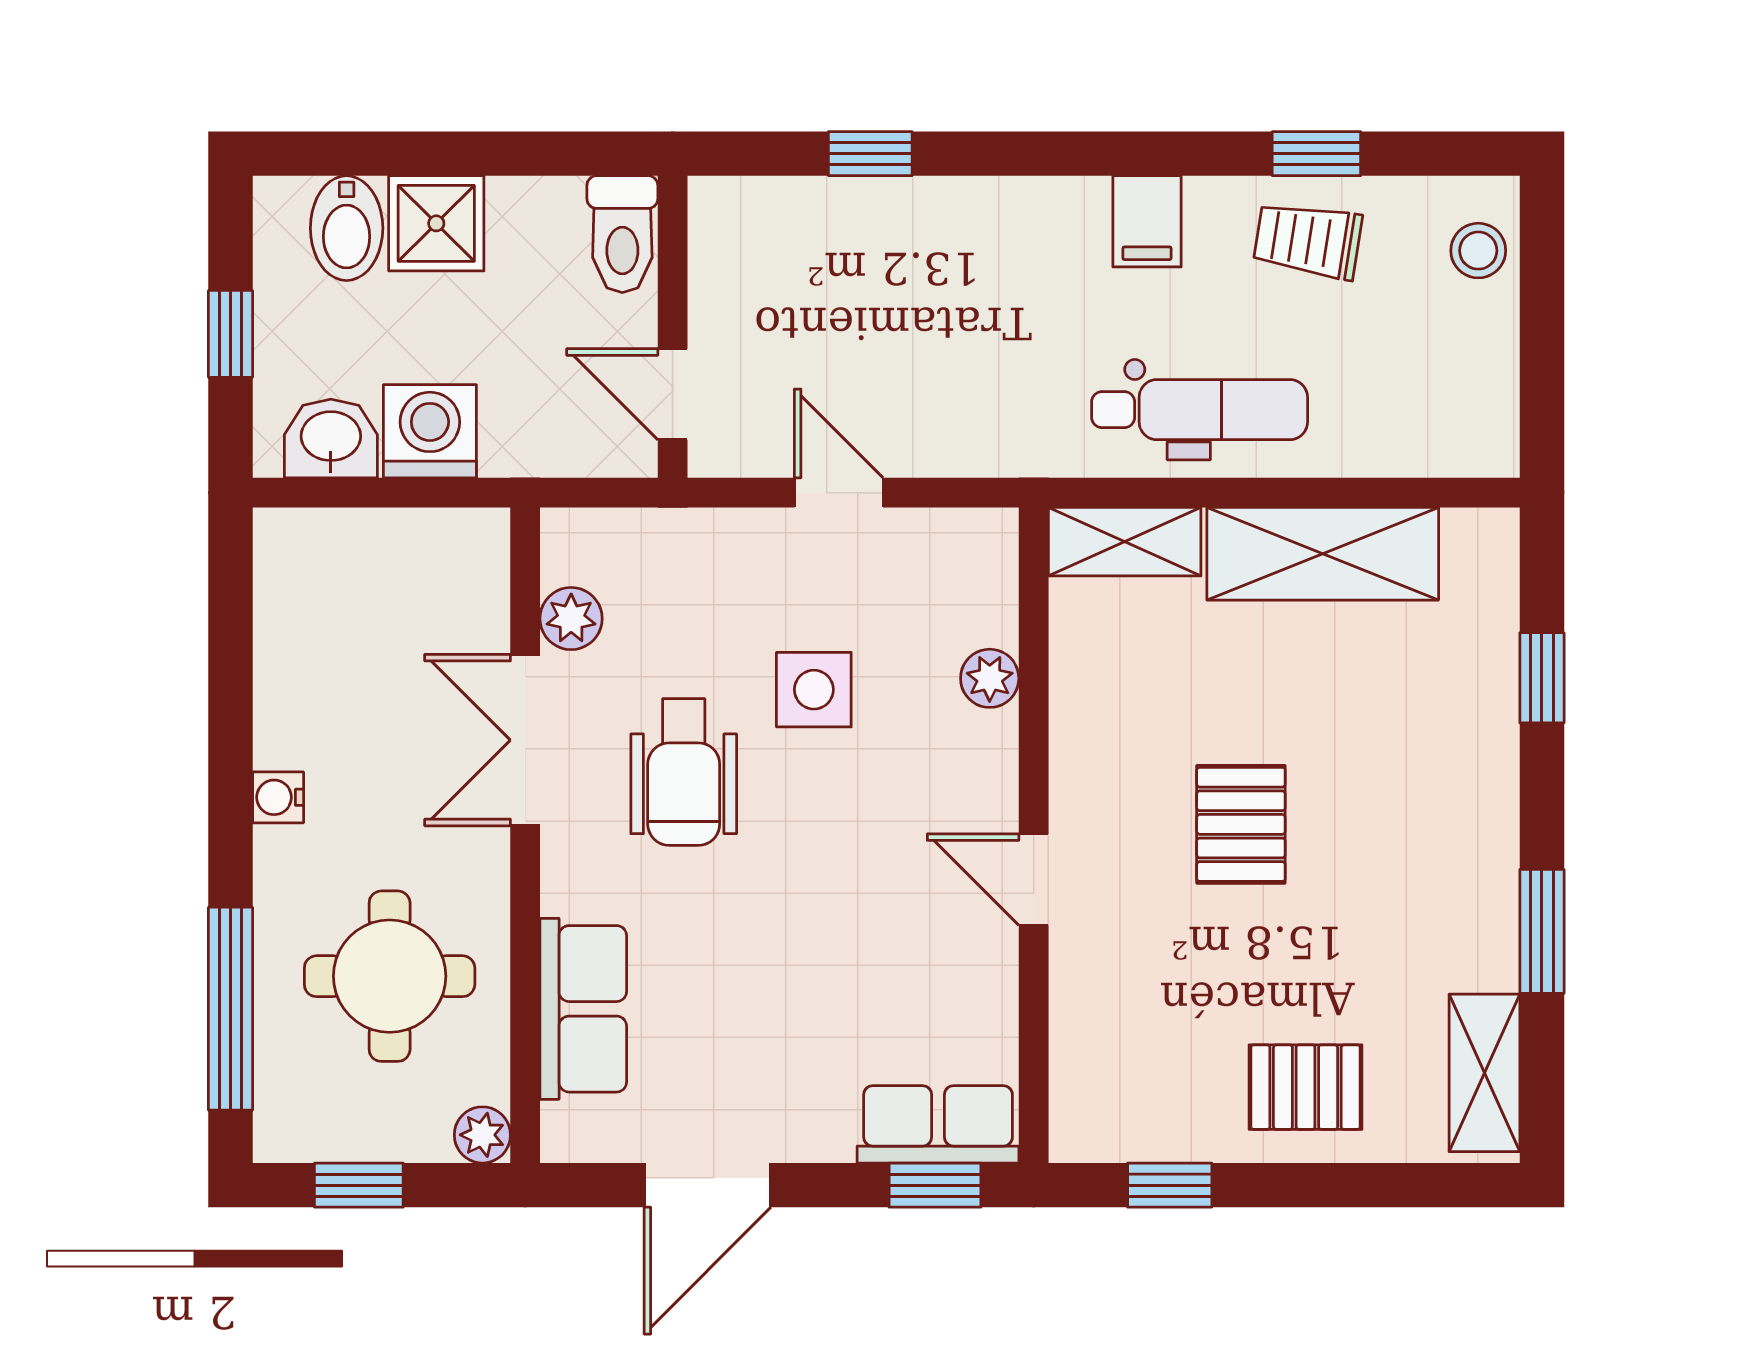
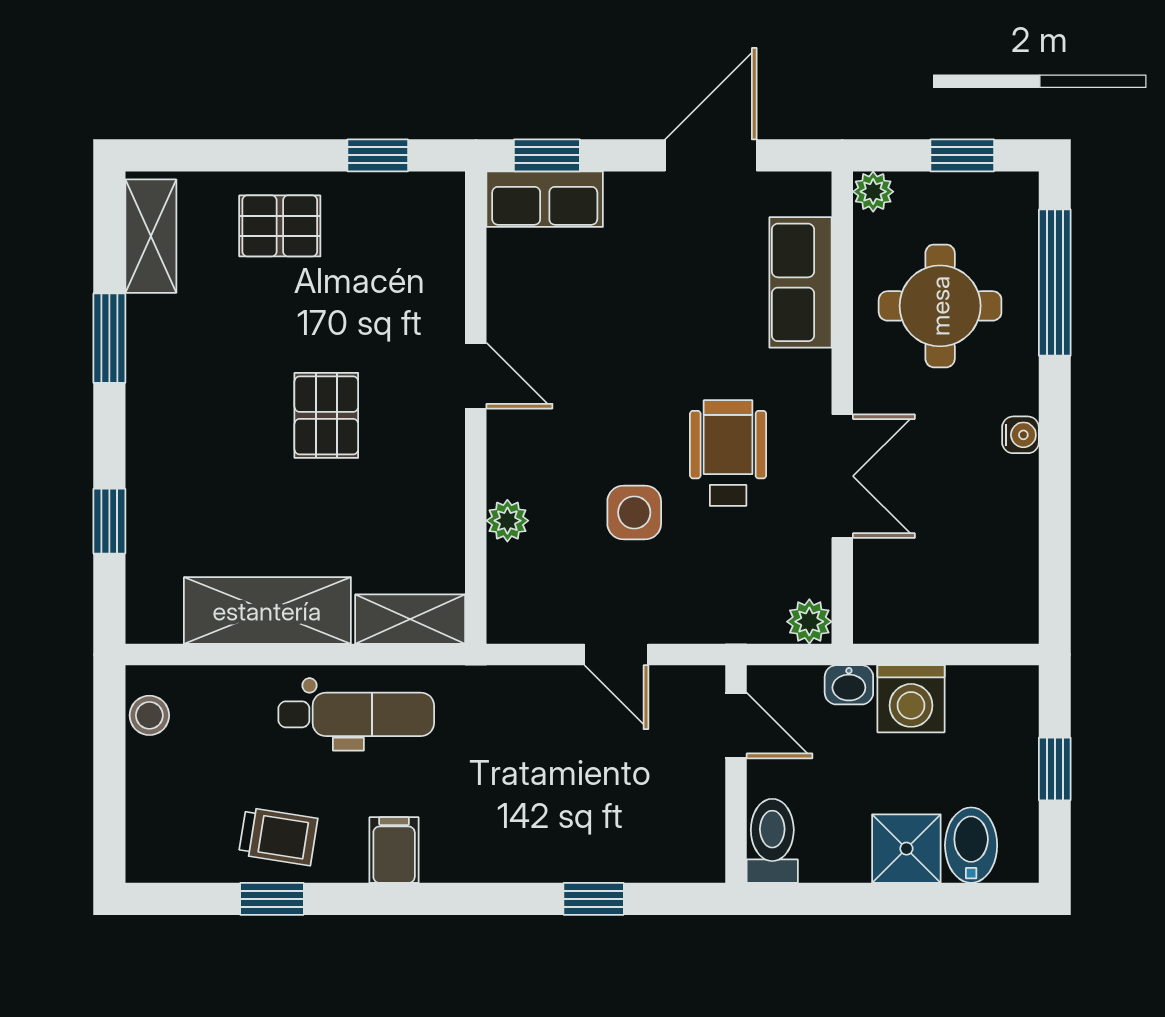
stool: (1478, 251) -> (149, 715), moved
dental chair: (1200, 410) -> (356, 714), turned 180
washbasin: (331, 438) -> (849, 685), moved, width x0.72, depth x0.69
plant: (571, 619) -> (809, 622), moved

